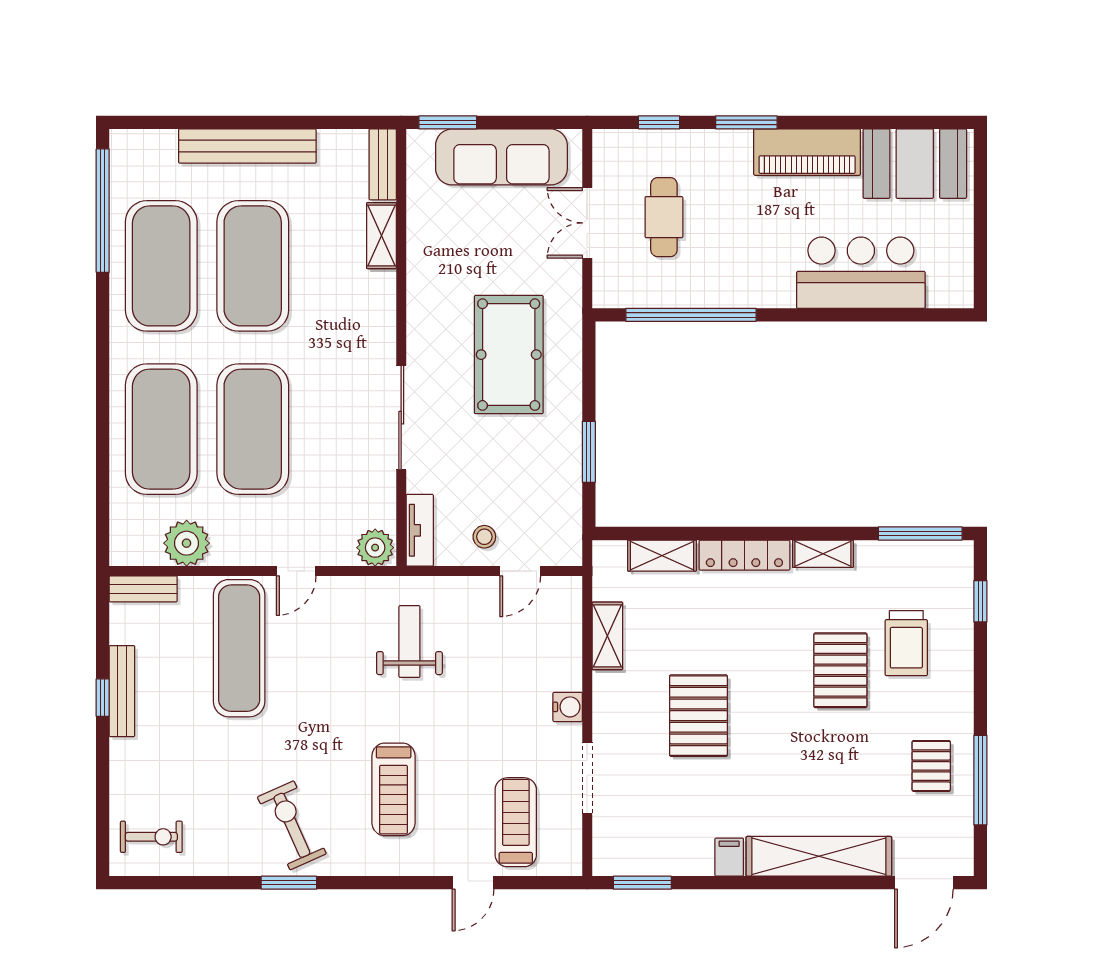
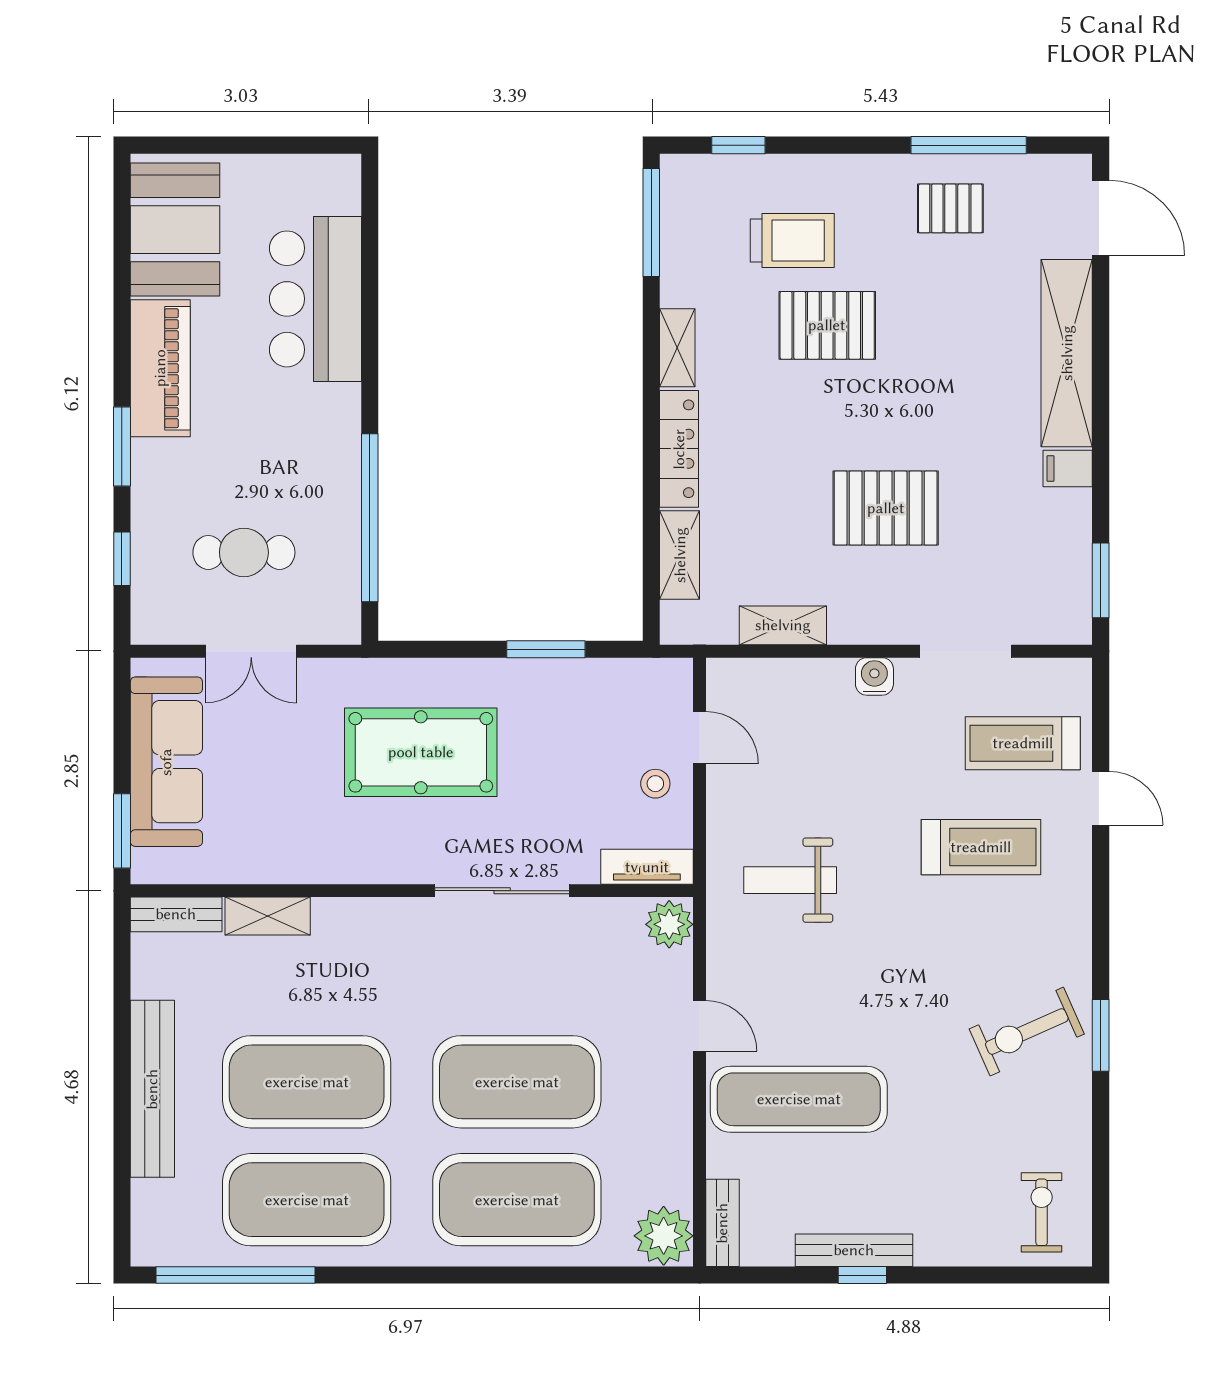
plant: (187, 543) -> (664, 1236), moved
treadmill: (394, 789) -> (981, 847), moved

